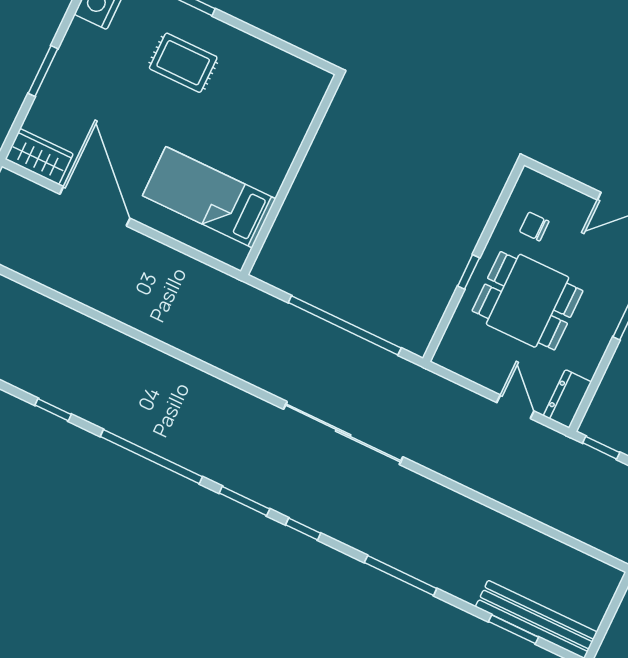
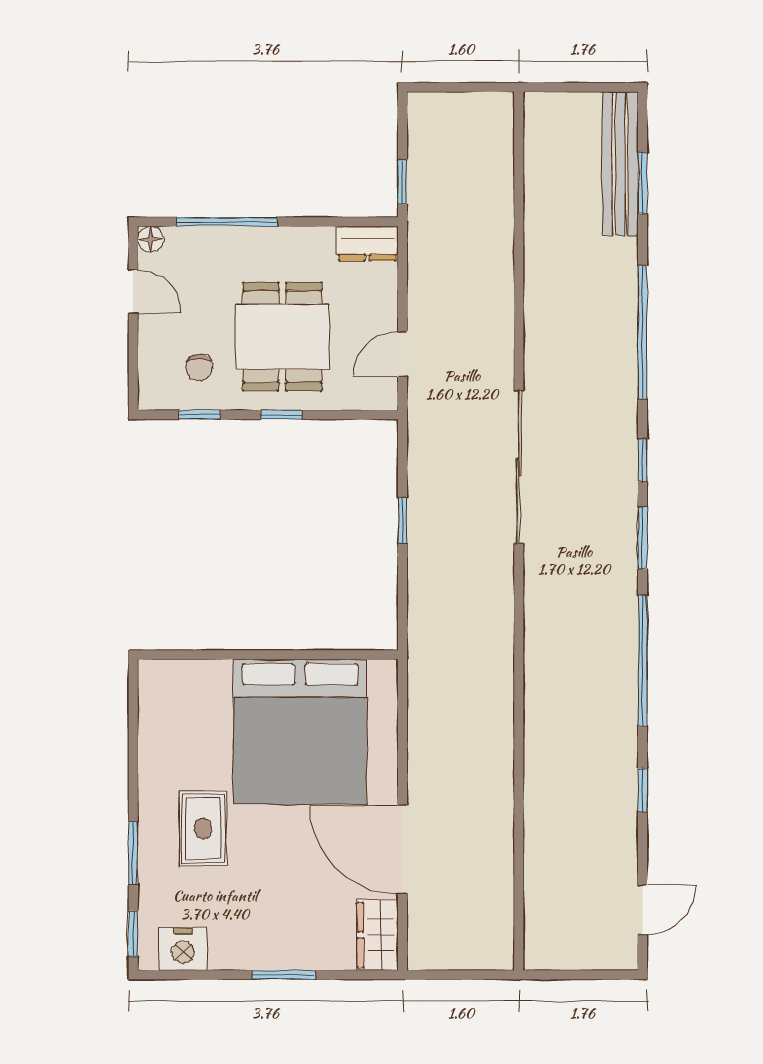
bed: (209, 197) -> (300, 732), width x2.04
door: (95, 206) -> (402, 850), hinge flipped
window: (498, 210) -> (199, 415), added
window: (345, 325) -> (402, 520), width x0.32
door: (515, 407) -> (402, 354), moved
window: (401, 575) -> (642, 332), width x1.46

